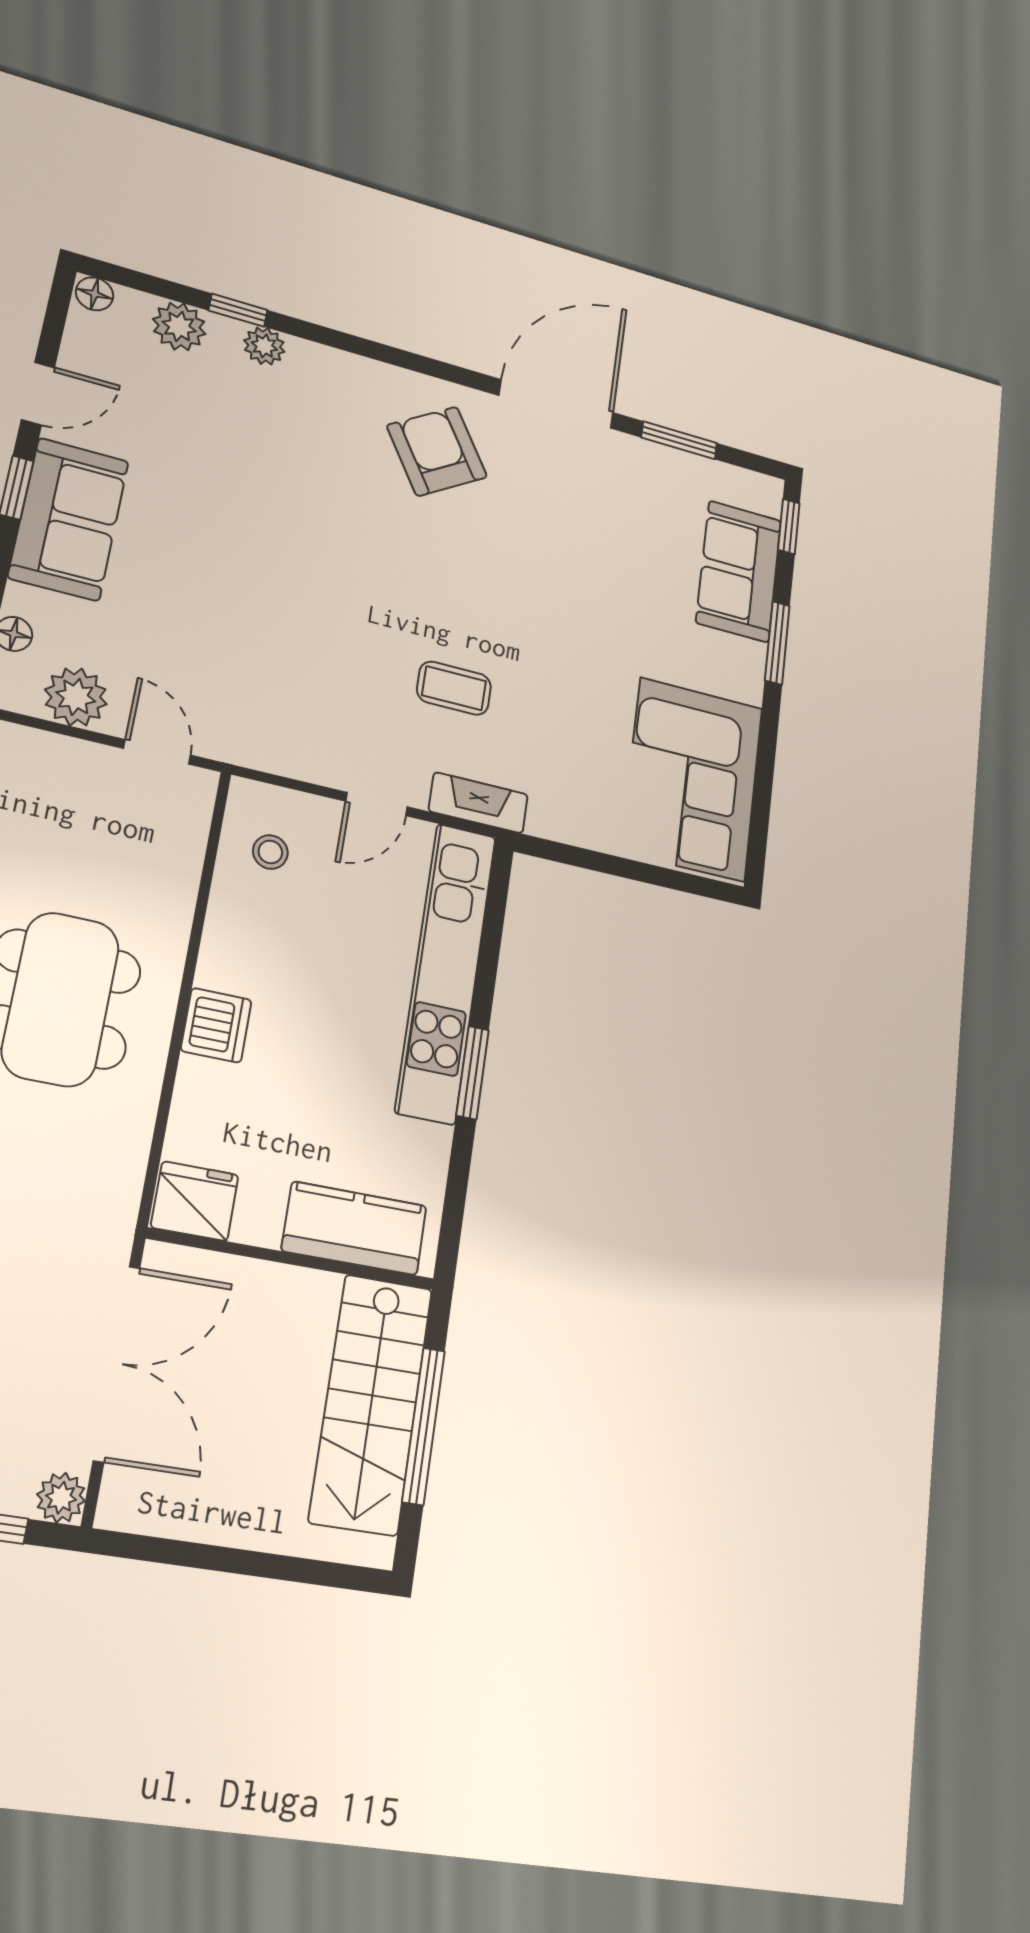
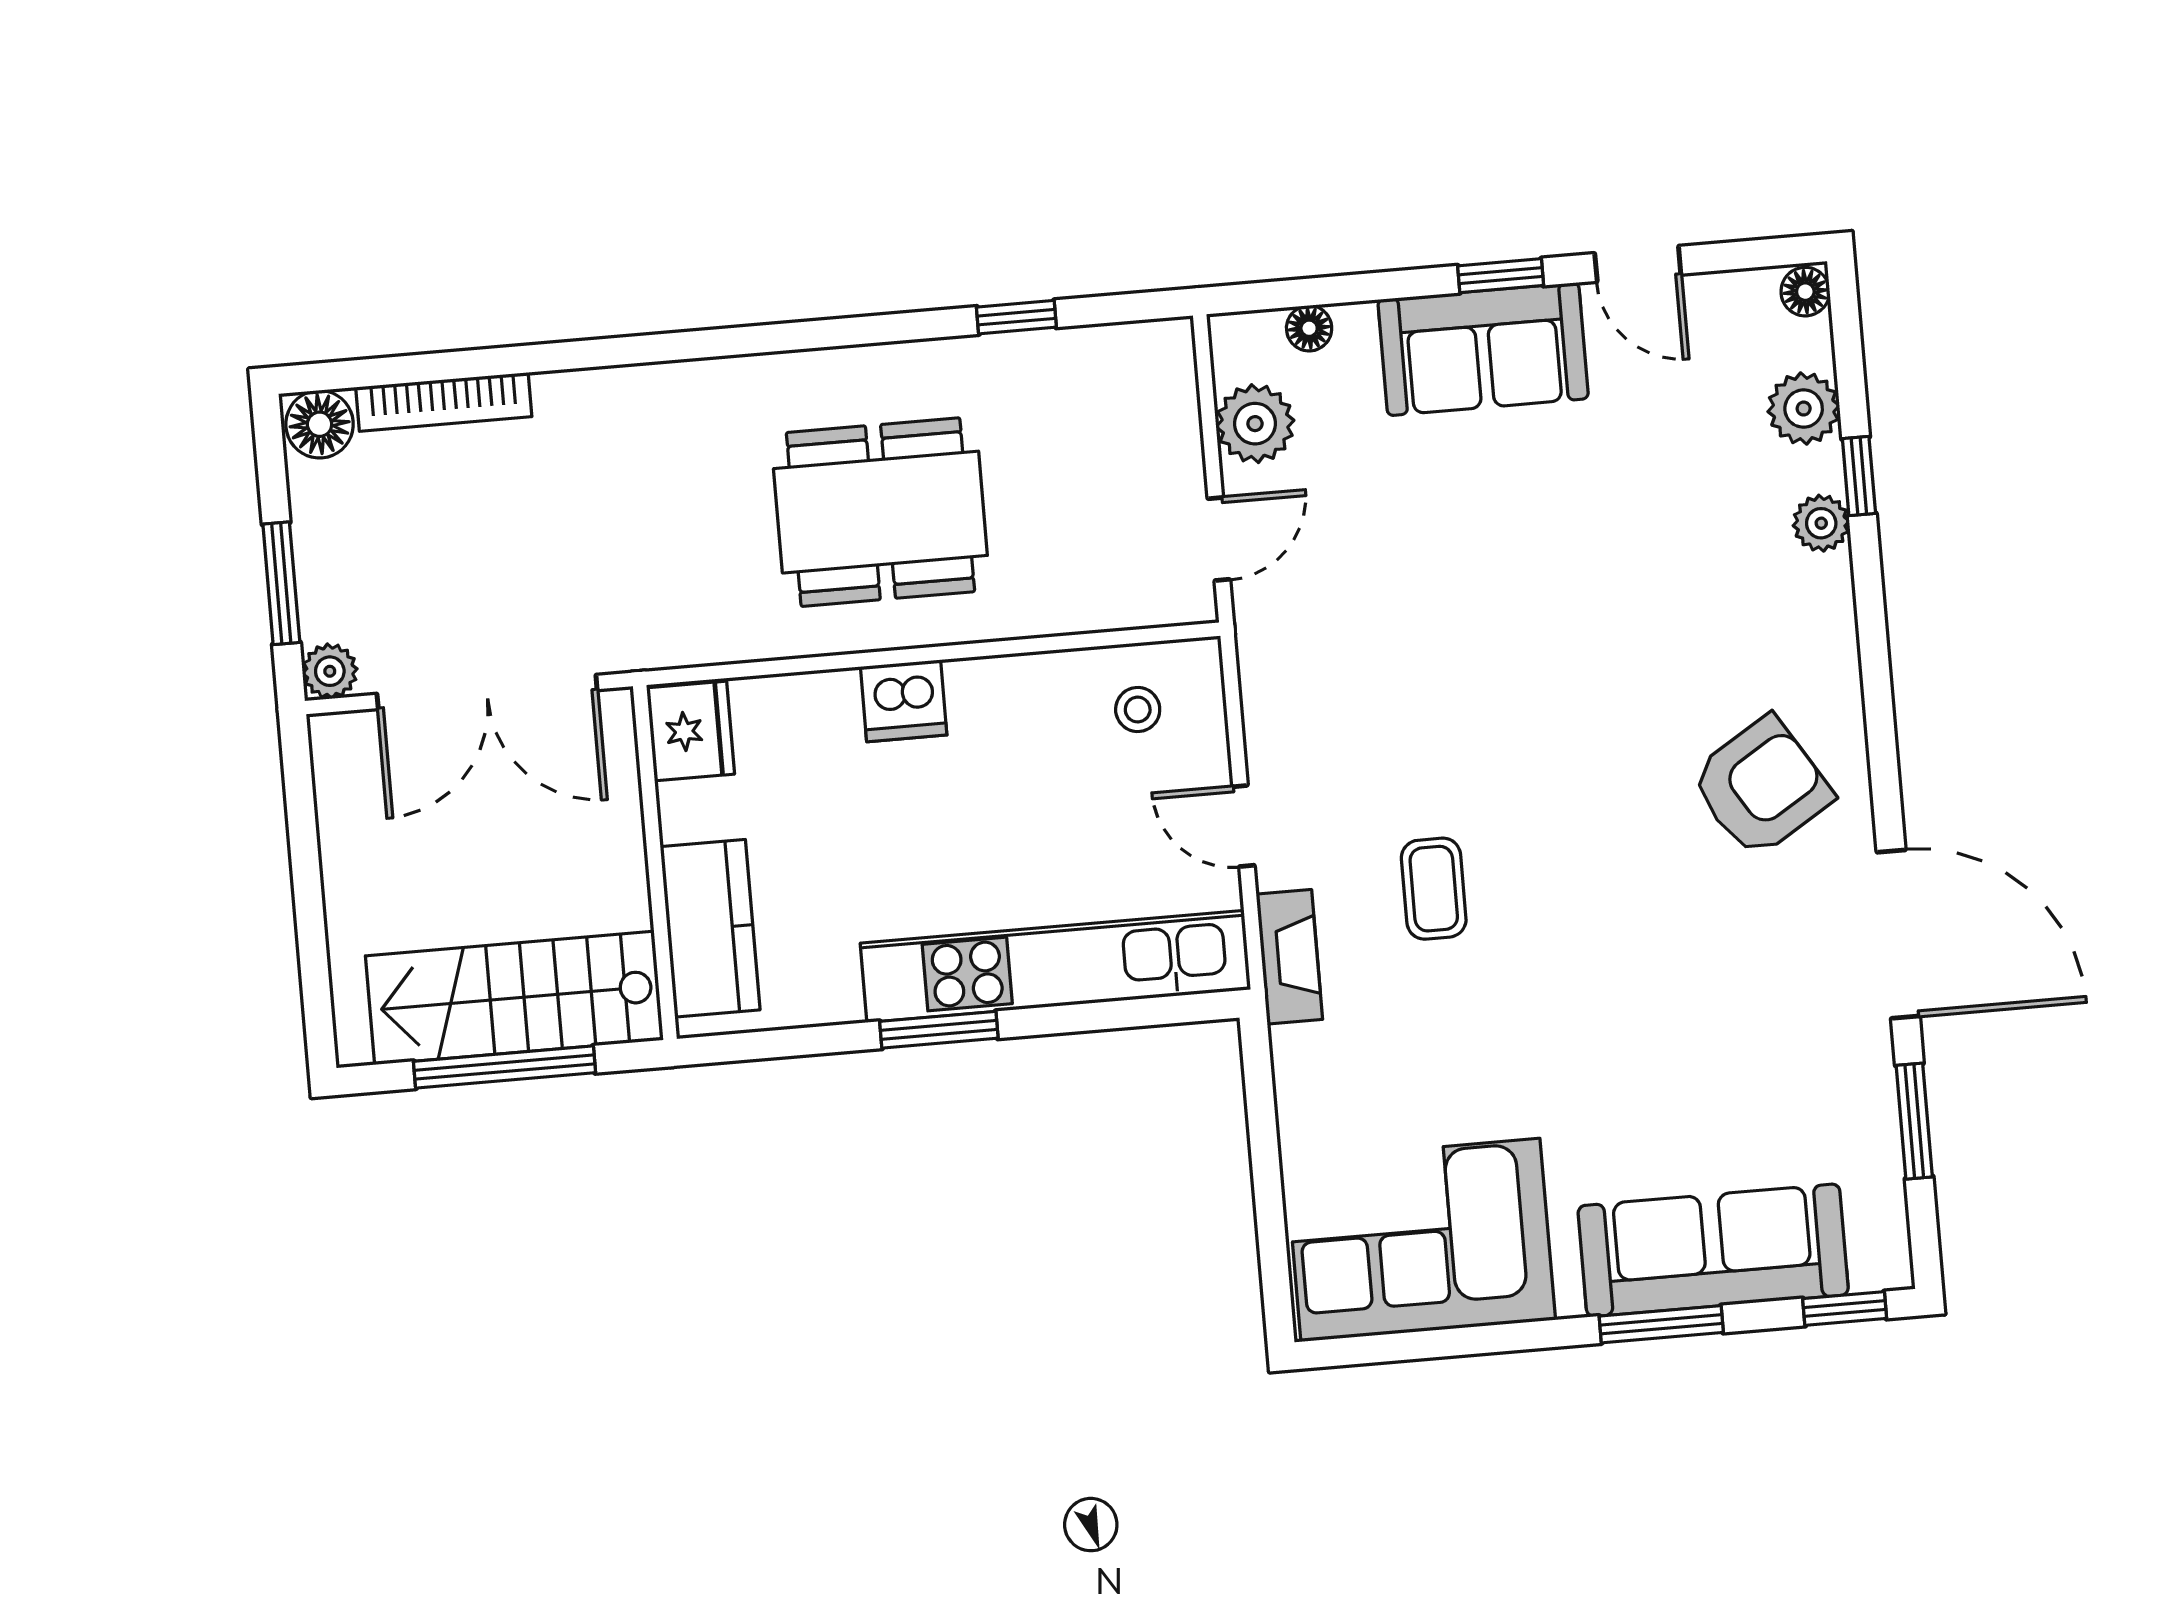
sofa: (739, 571) -> (1713, 1250), width x1.36

